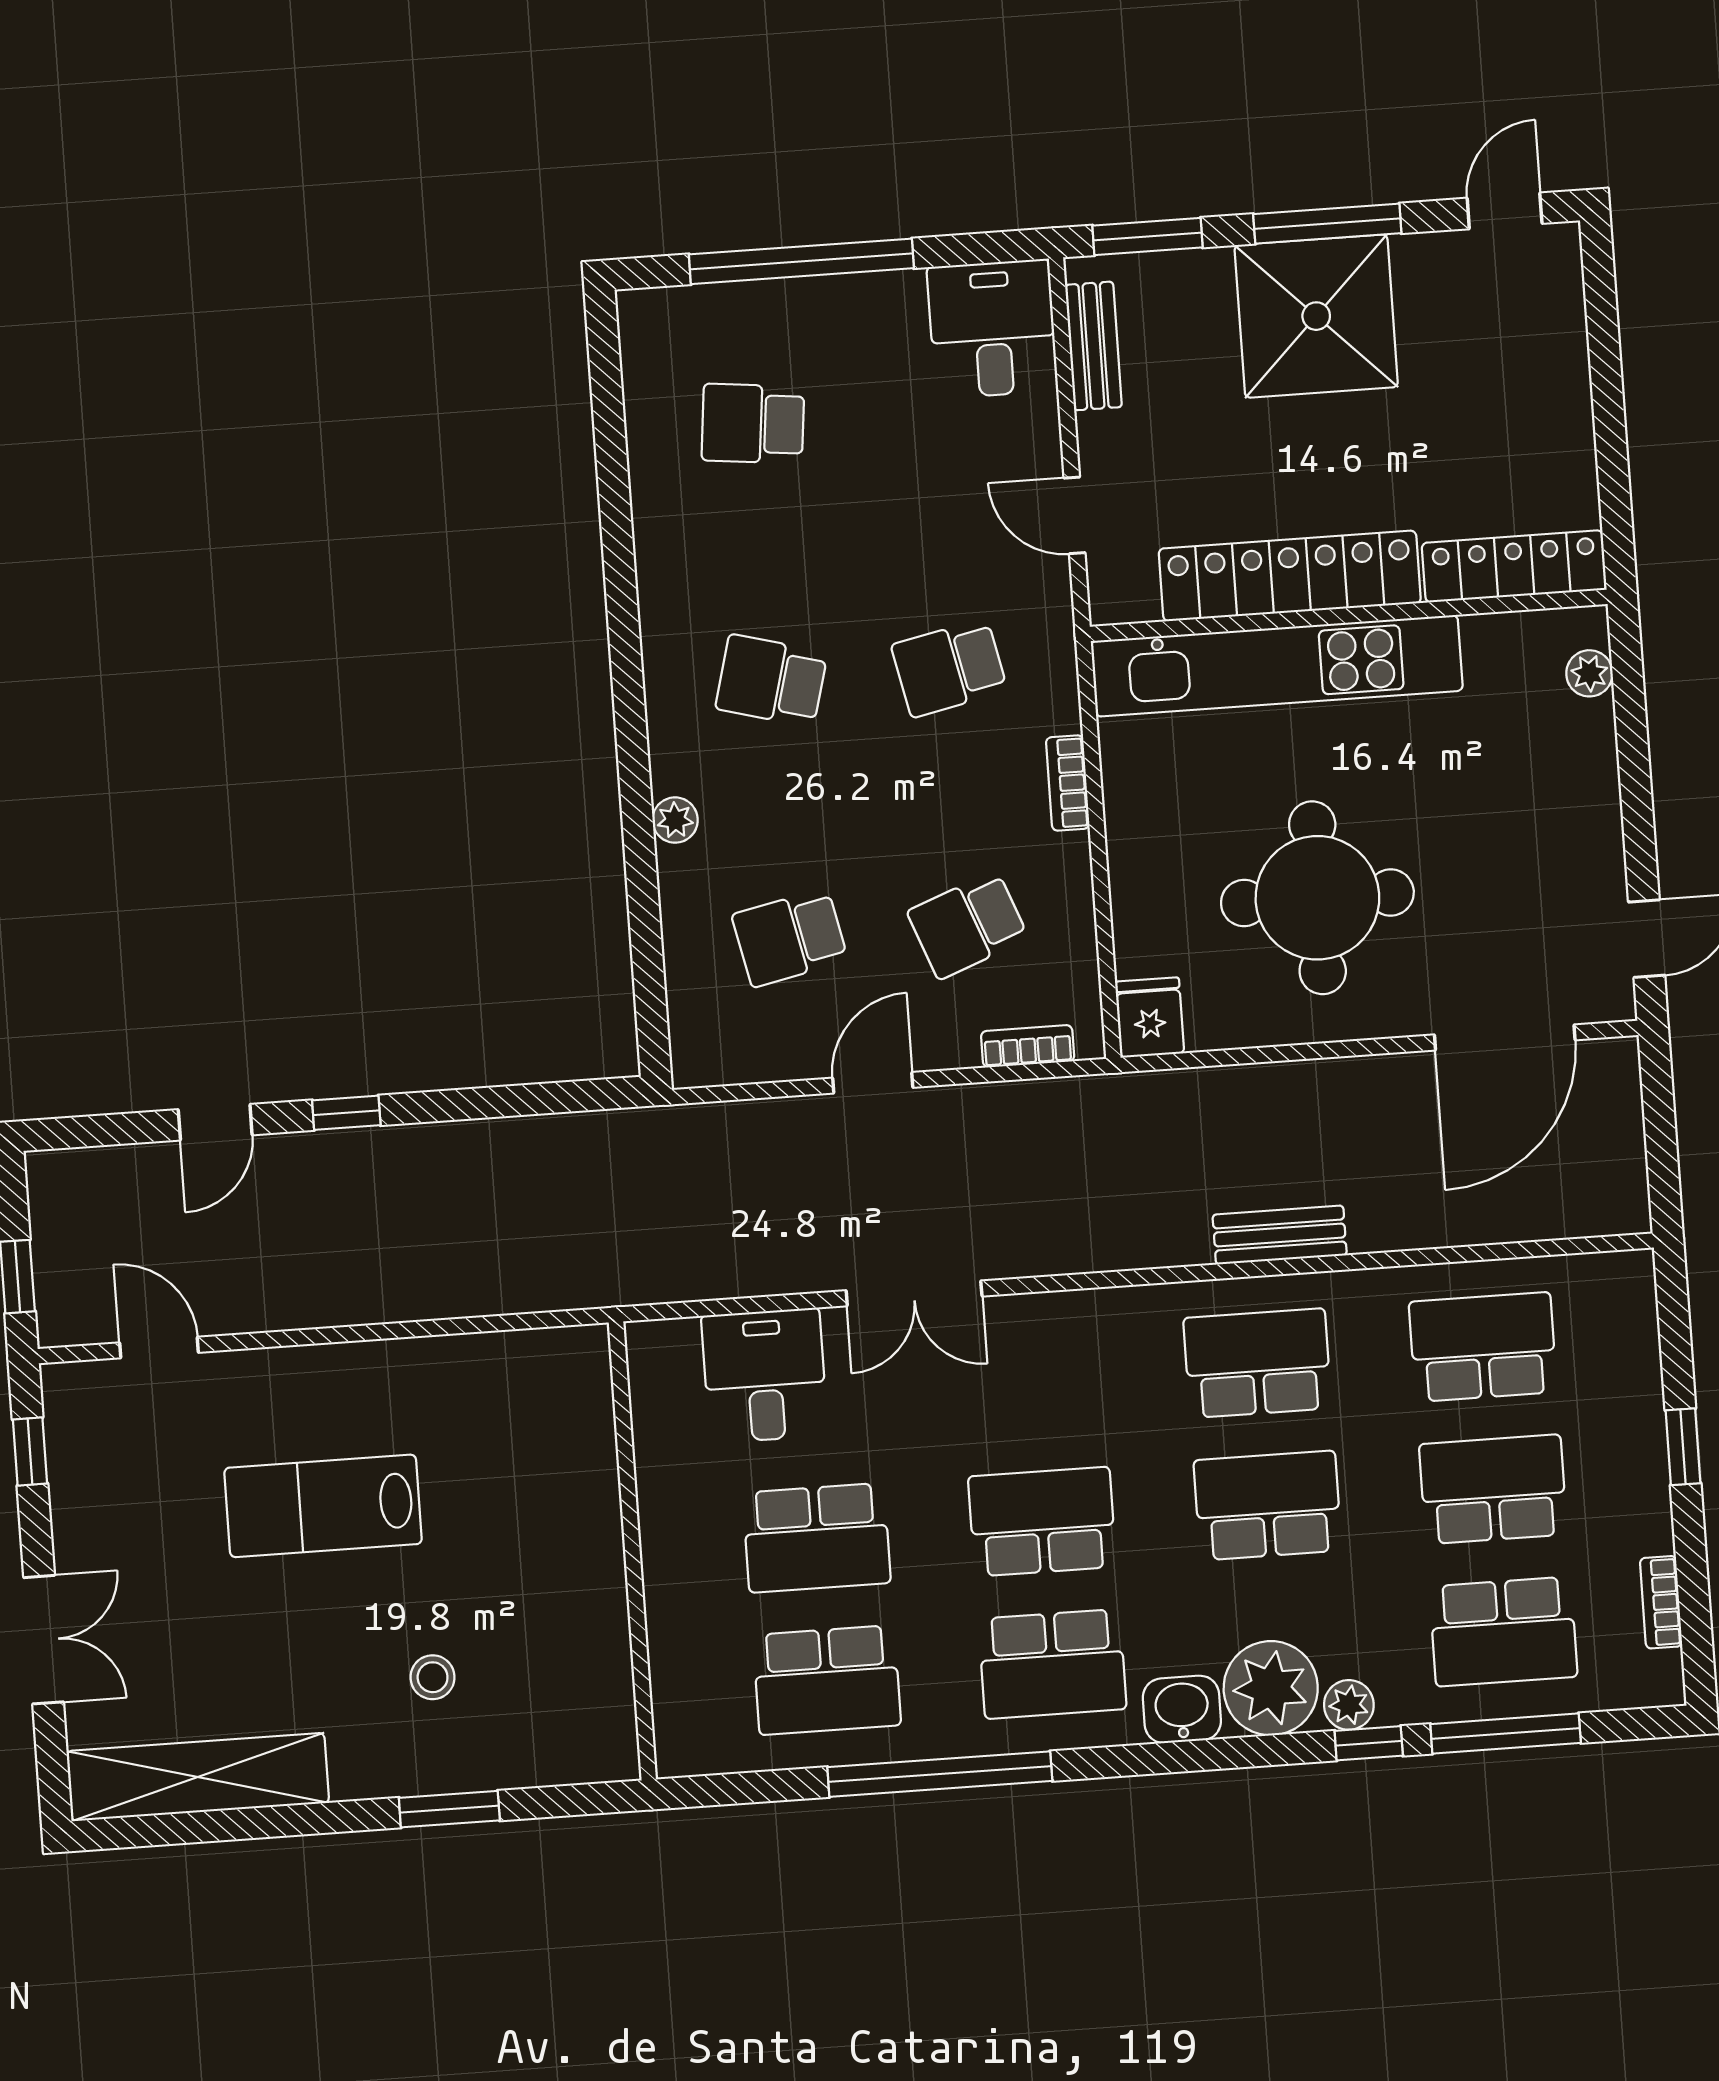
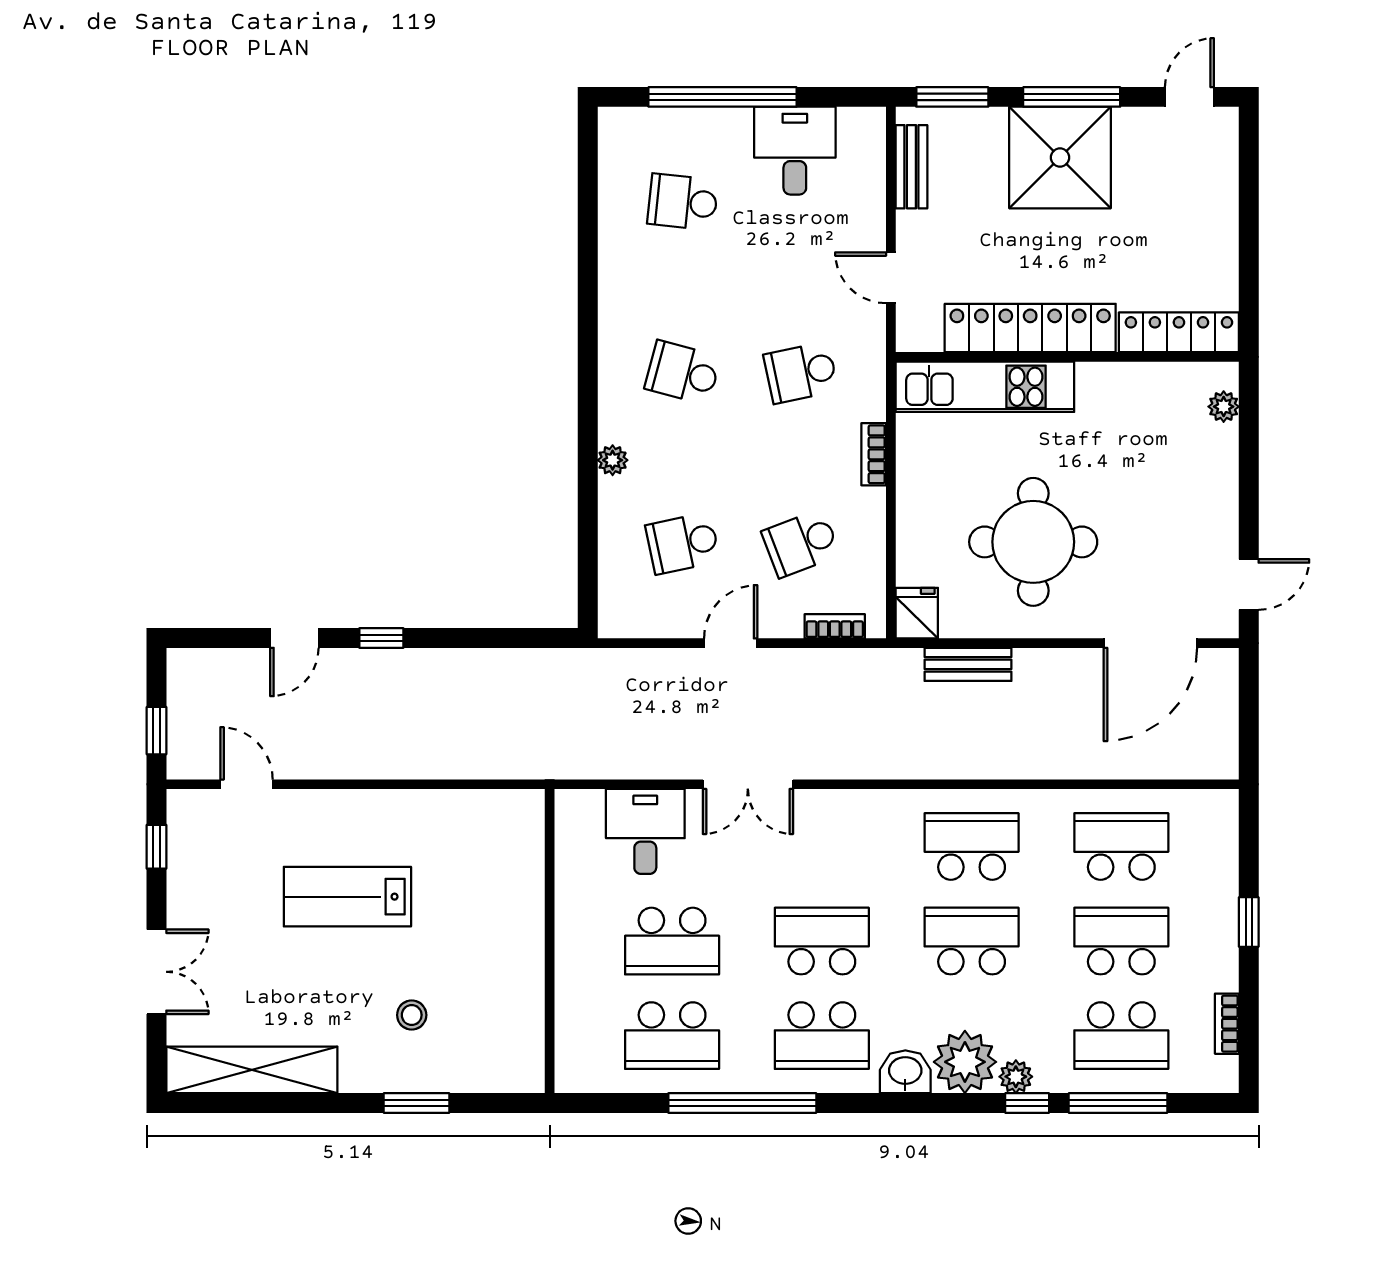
desk: (992, 329) -> (795, 151), moved
kitchen unit: (1277, 666) -> (985, 387), width x0.73
bench: (1280, 1235) -> (968, 664), moved

